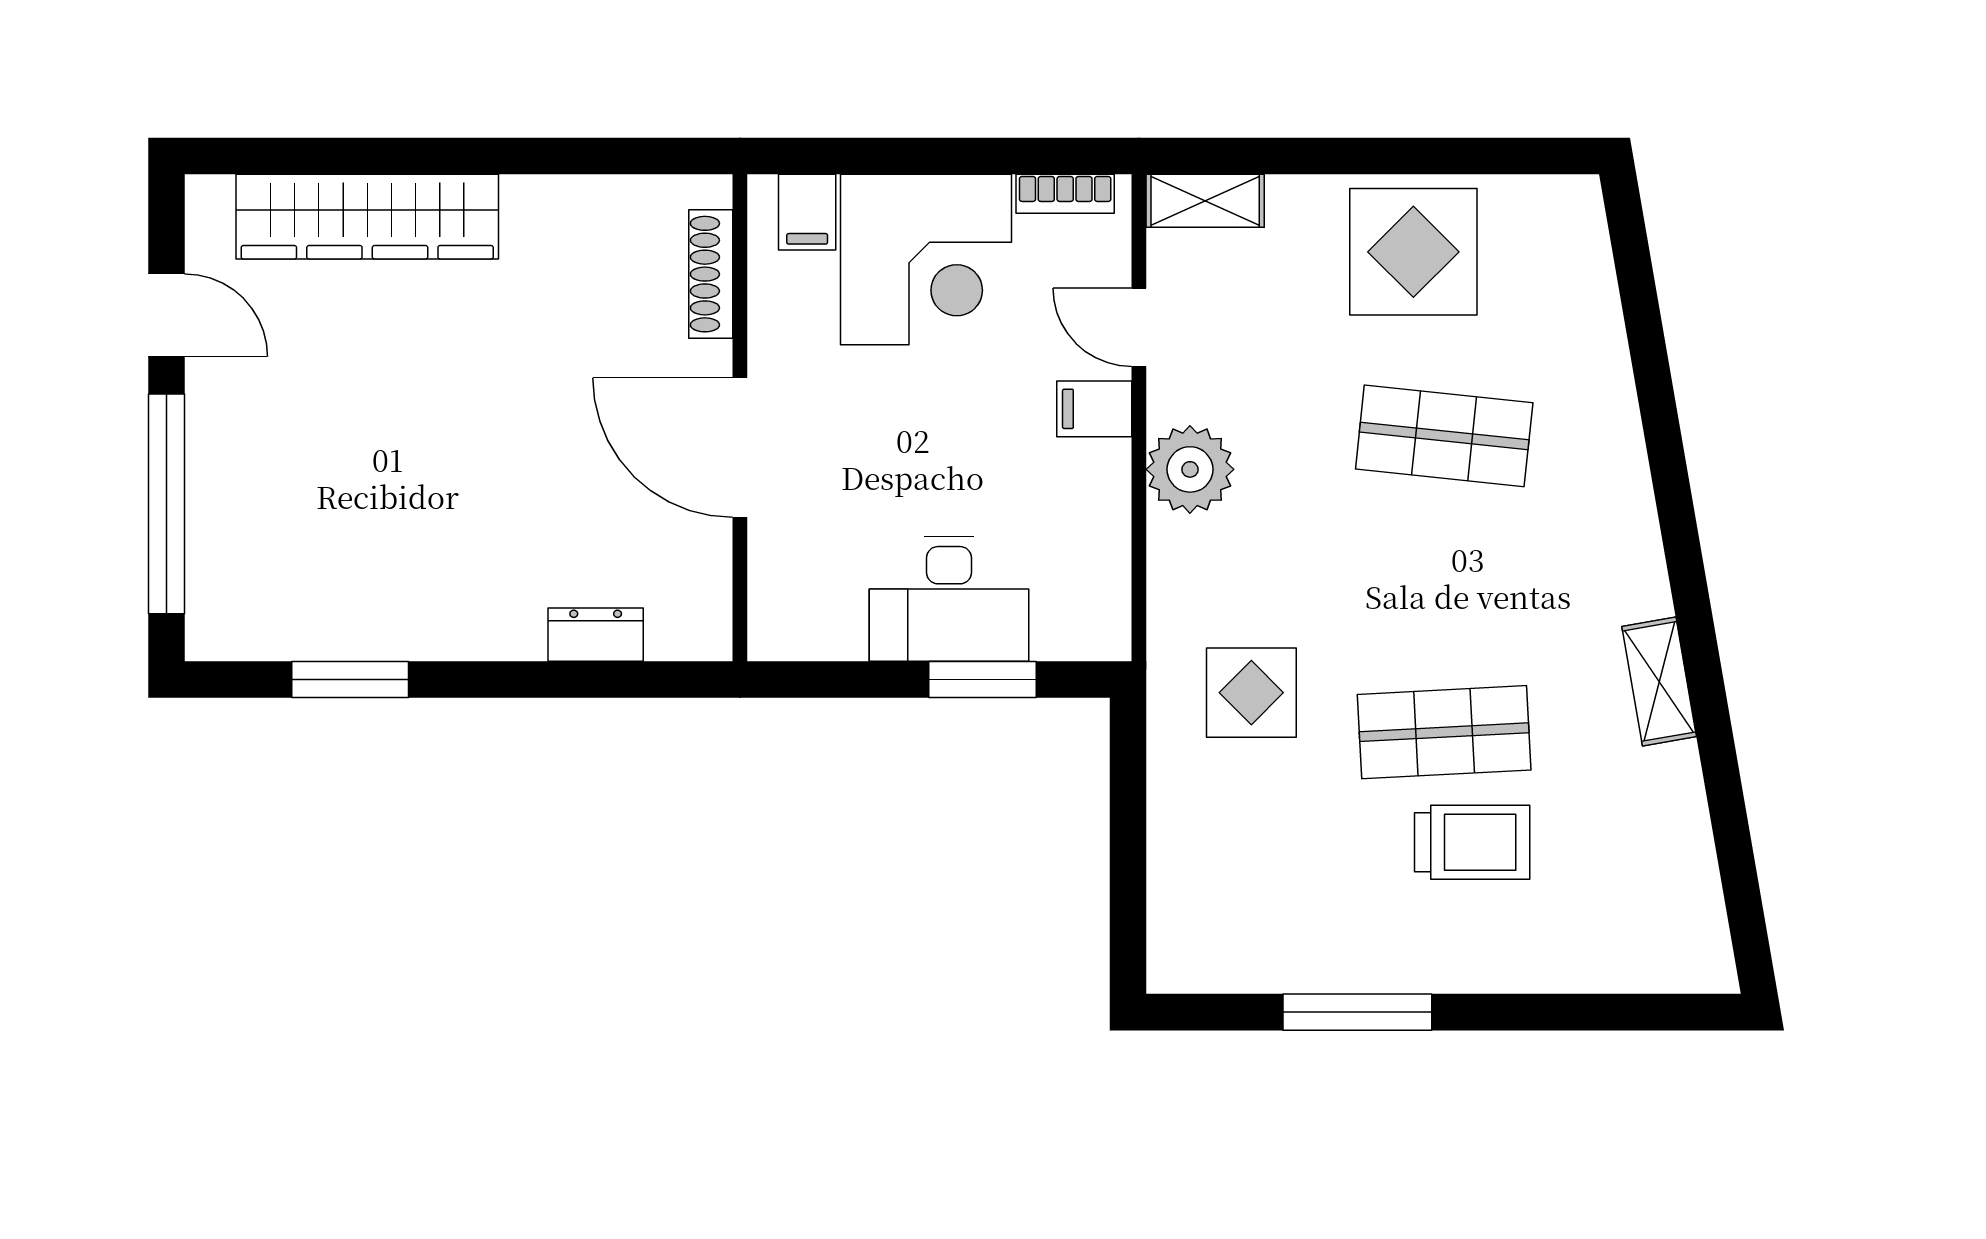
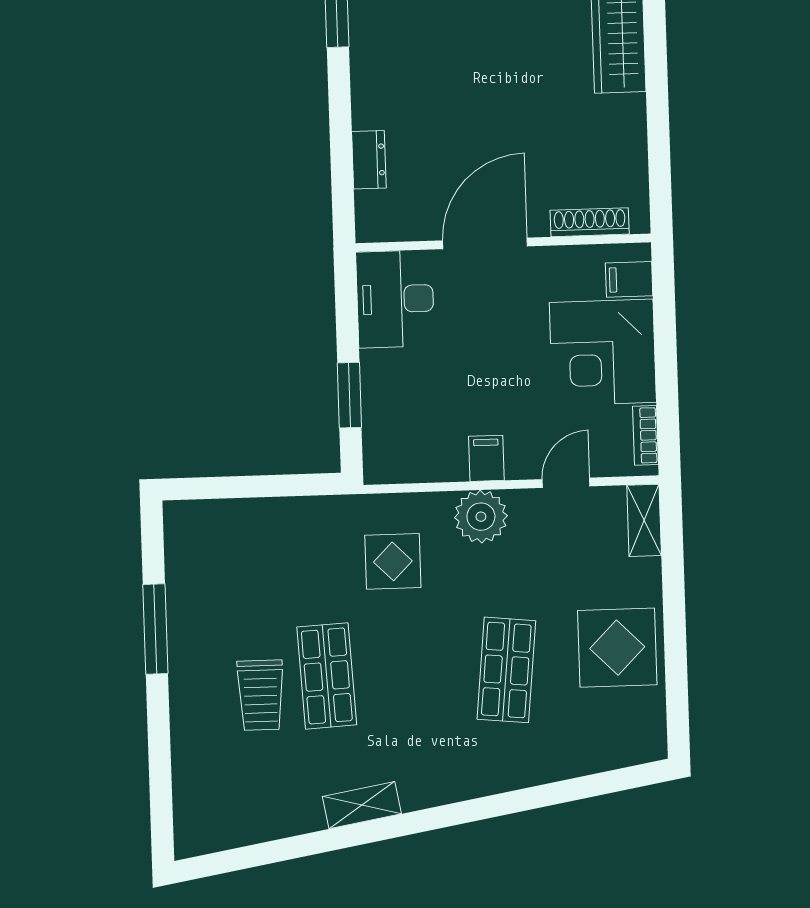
filing cabinet: (1094, 409) -> (486, 458), moved
desk: (949, 599) -> (395, 299), moved
display table: (1251, 693) -> (393, 561), moved

